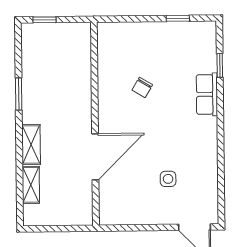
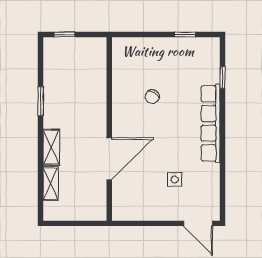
row of seats: (207, 94) -> (211, 123), width x2.02

